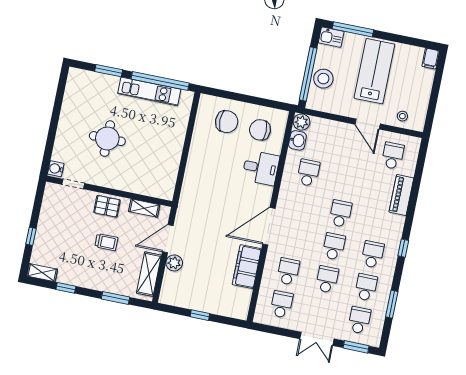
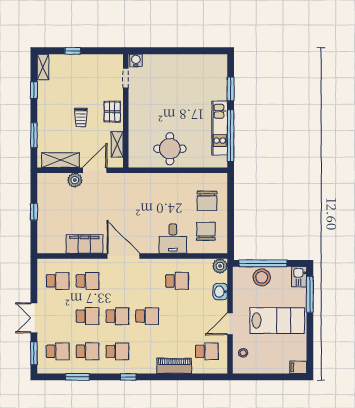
round table: (107, 139) -> (170, 149), moved
washbasin: (297, 140) -> (220, 292), moved, turned 90
door: (168, 239) -> (95, 170), hinge flipped

